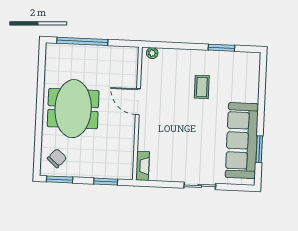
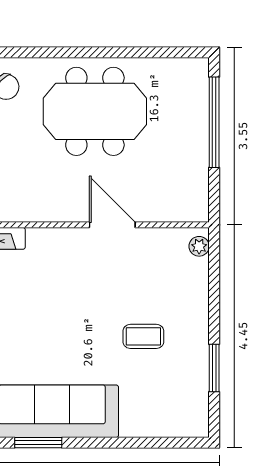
door: (138, 102) -> (112, 225), hinge flipped

